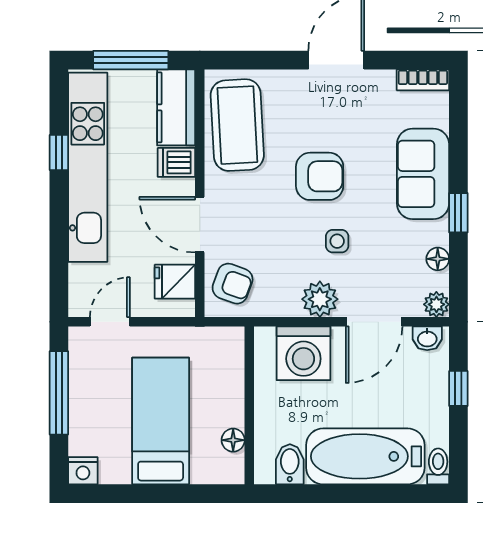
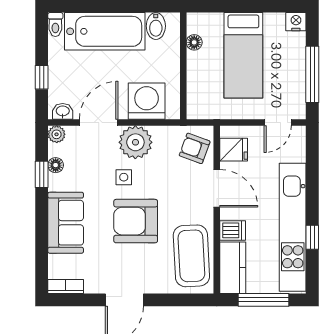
armchair: (320, 176) -> (136, 221), width x1.36, depth x1.36
window: (458, 213) -> (42, 174), moved
plant: (320, 299) -> (135, 142), width x1.36, depth x1.36

